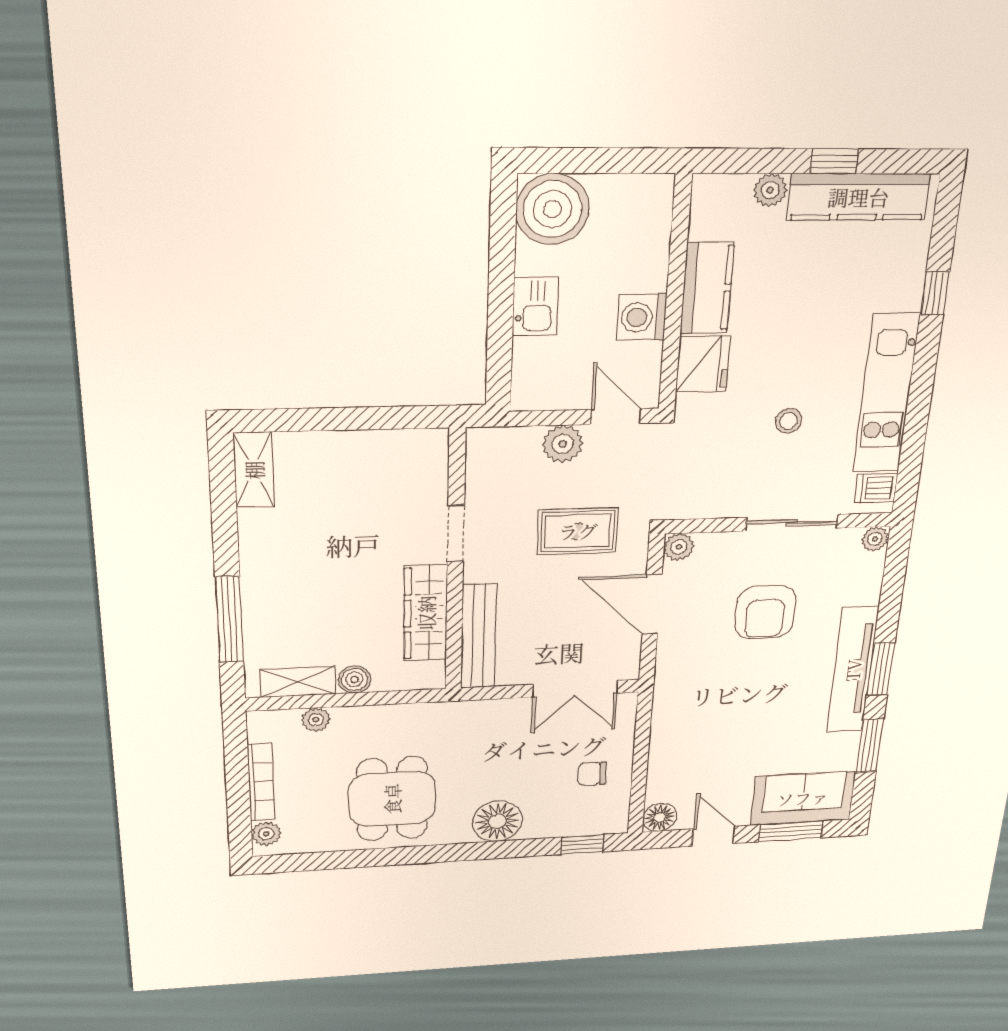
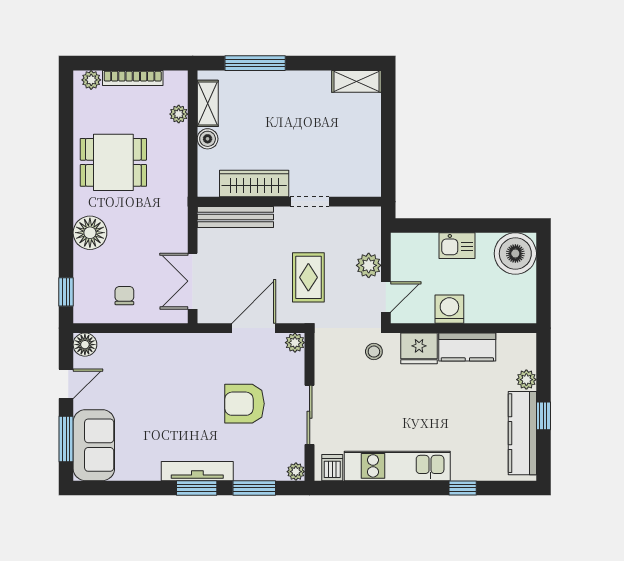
stool: (789, 421) -> (374, 352), moved
tv unit: (853, 670) -> (197, 471), width x0.73, depth x0.78
window: (870, 746) -> (254, 488), moved

